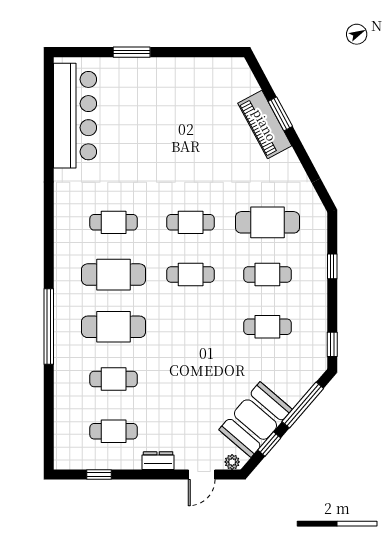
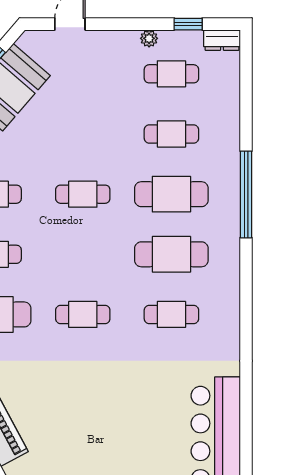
cafe table: (191, 275) -> (83, 194), moved
dresser: (158, 461) -> (222, 40), moved
plant: (232, 462) -> (149, 38), moved

